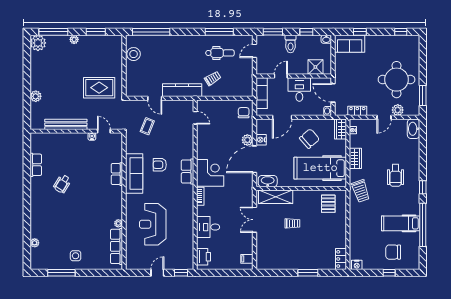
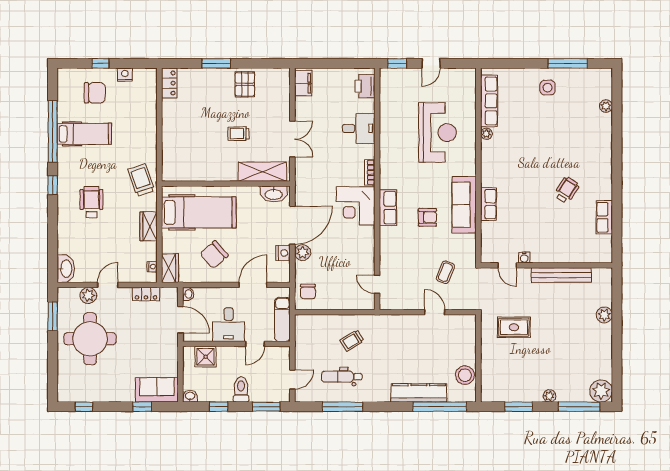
rug: (99, 88) -> (514, 327), width x0.73, depth x0.70
kitchen counter: (182, 90) -> (419, 393), moved, turned 180
pallet: (328, 204) -> (245, 84), moved
filing cabinet: (247, 259) -> (303, 83), width x2.00
nightstand: (357, 265) -> (125, 75), moved

